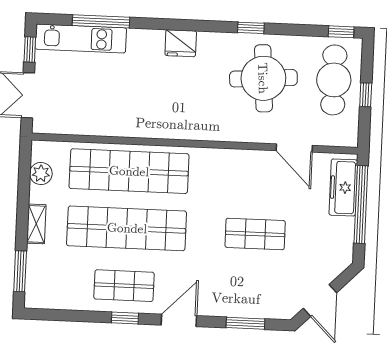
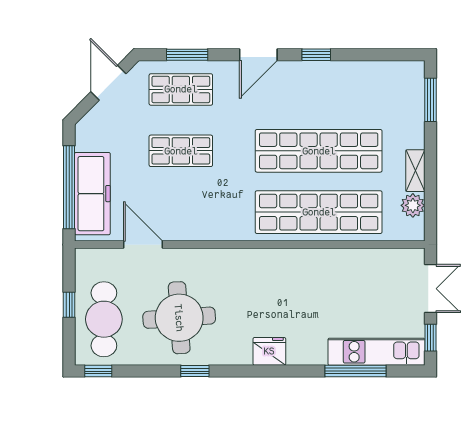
freezer: (343, 187) -> (92, 194), width x1.36, depth x1.26
shelving: (36, 224) -> (415, 171), moved
shop shelf: (124, 286) -> (181, 89), moved

